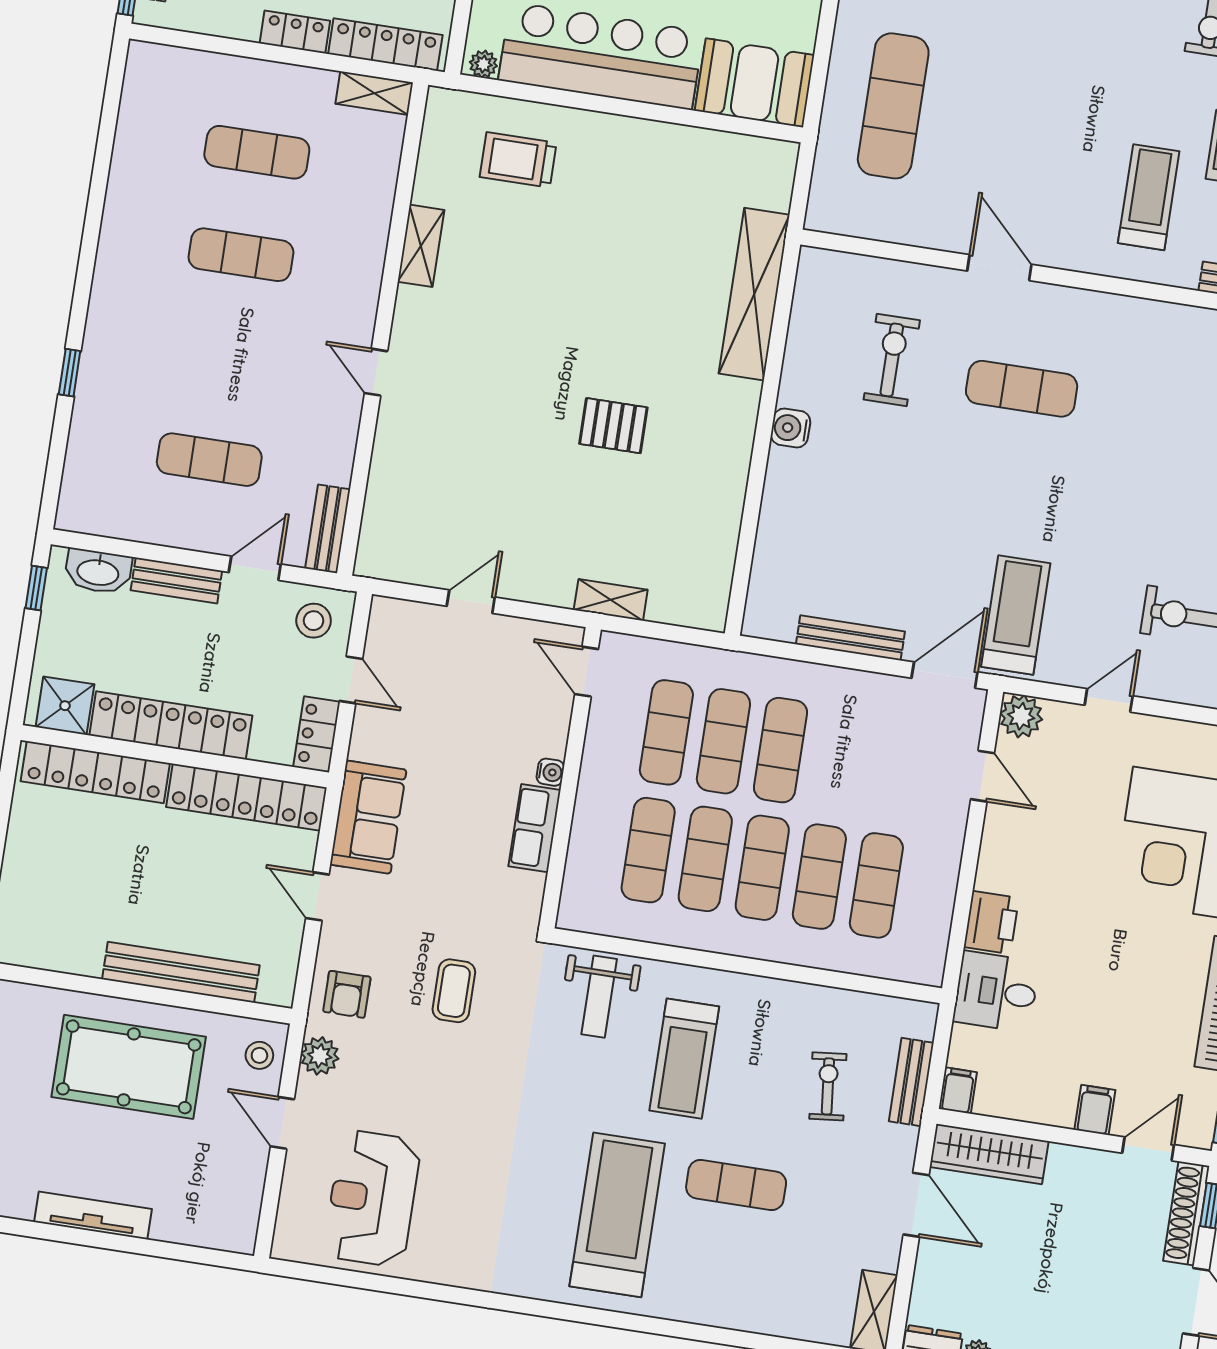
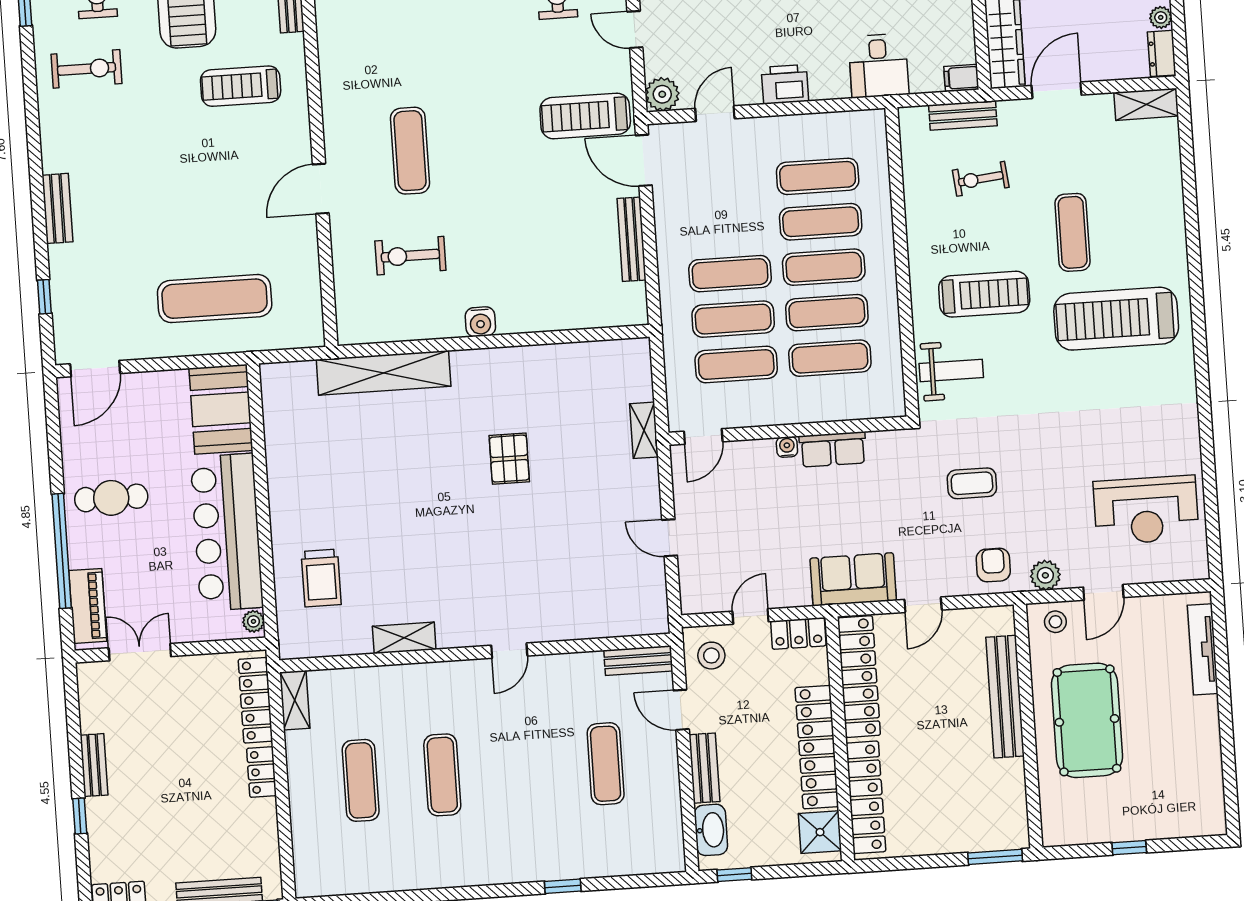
printer: (991, 922) -> (785, 84), moved
armchair: (347, 994) -> (993, 565), turned -90
tv unit: (93, 1216) -> (1203, 649), moved

